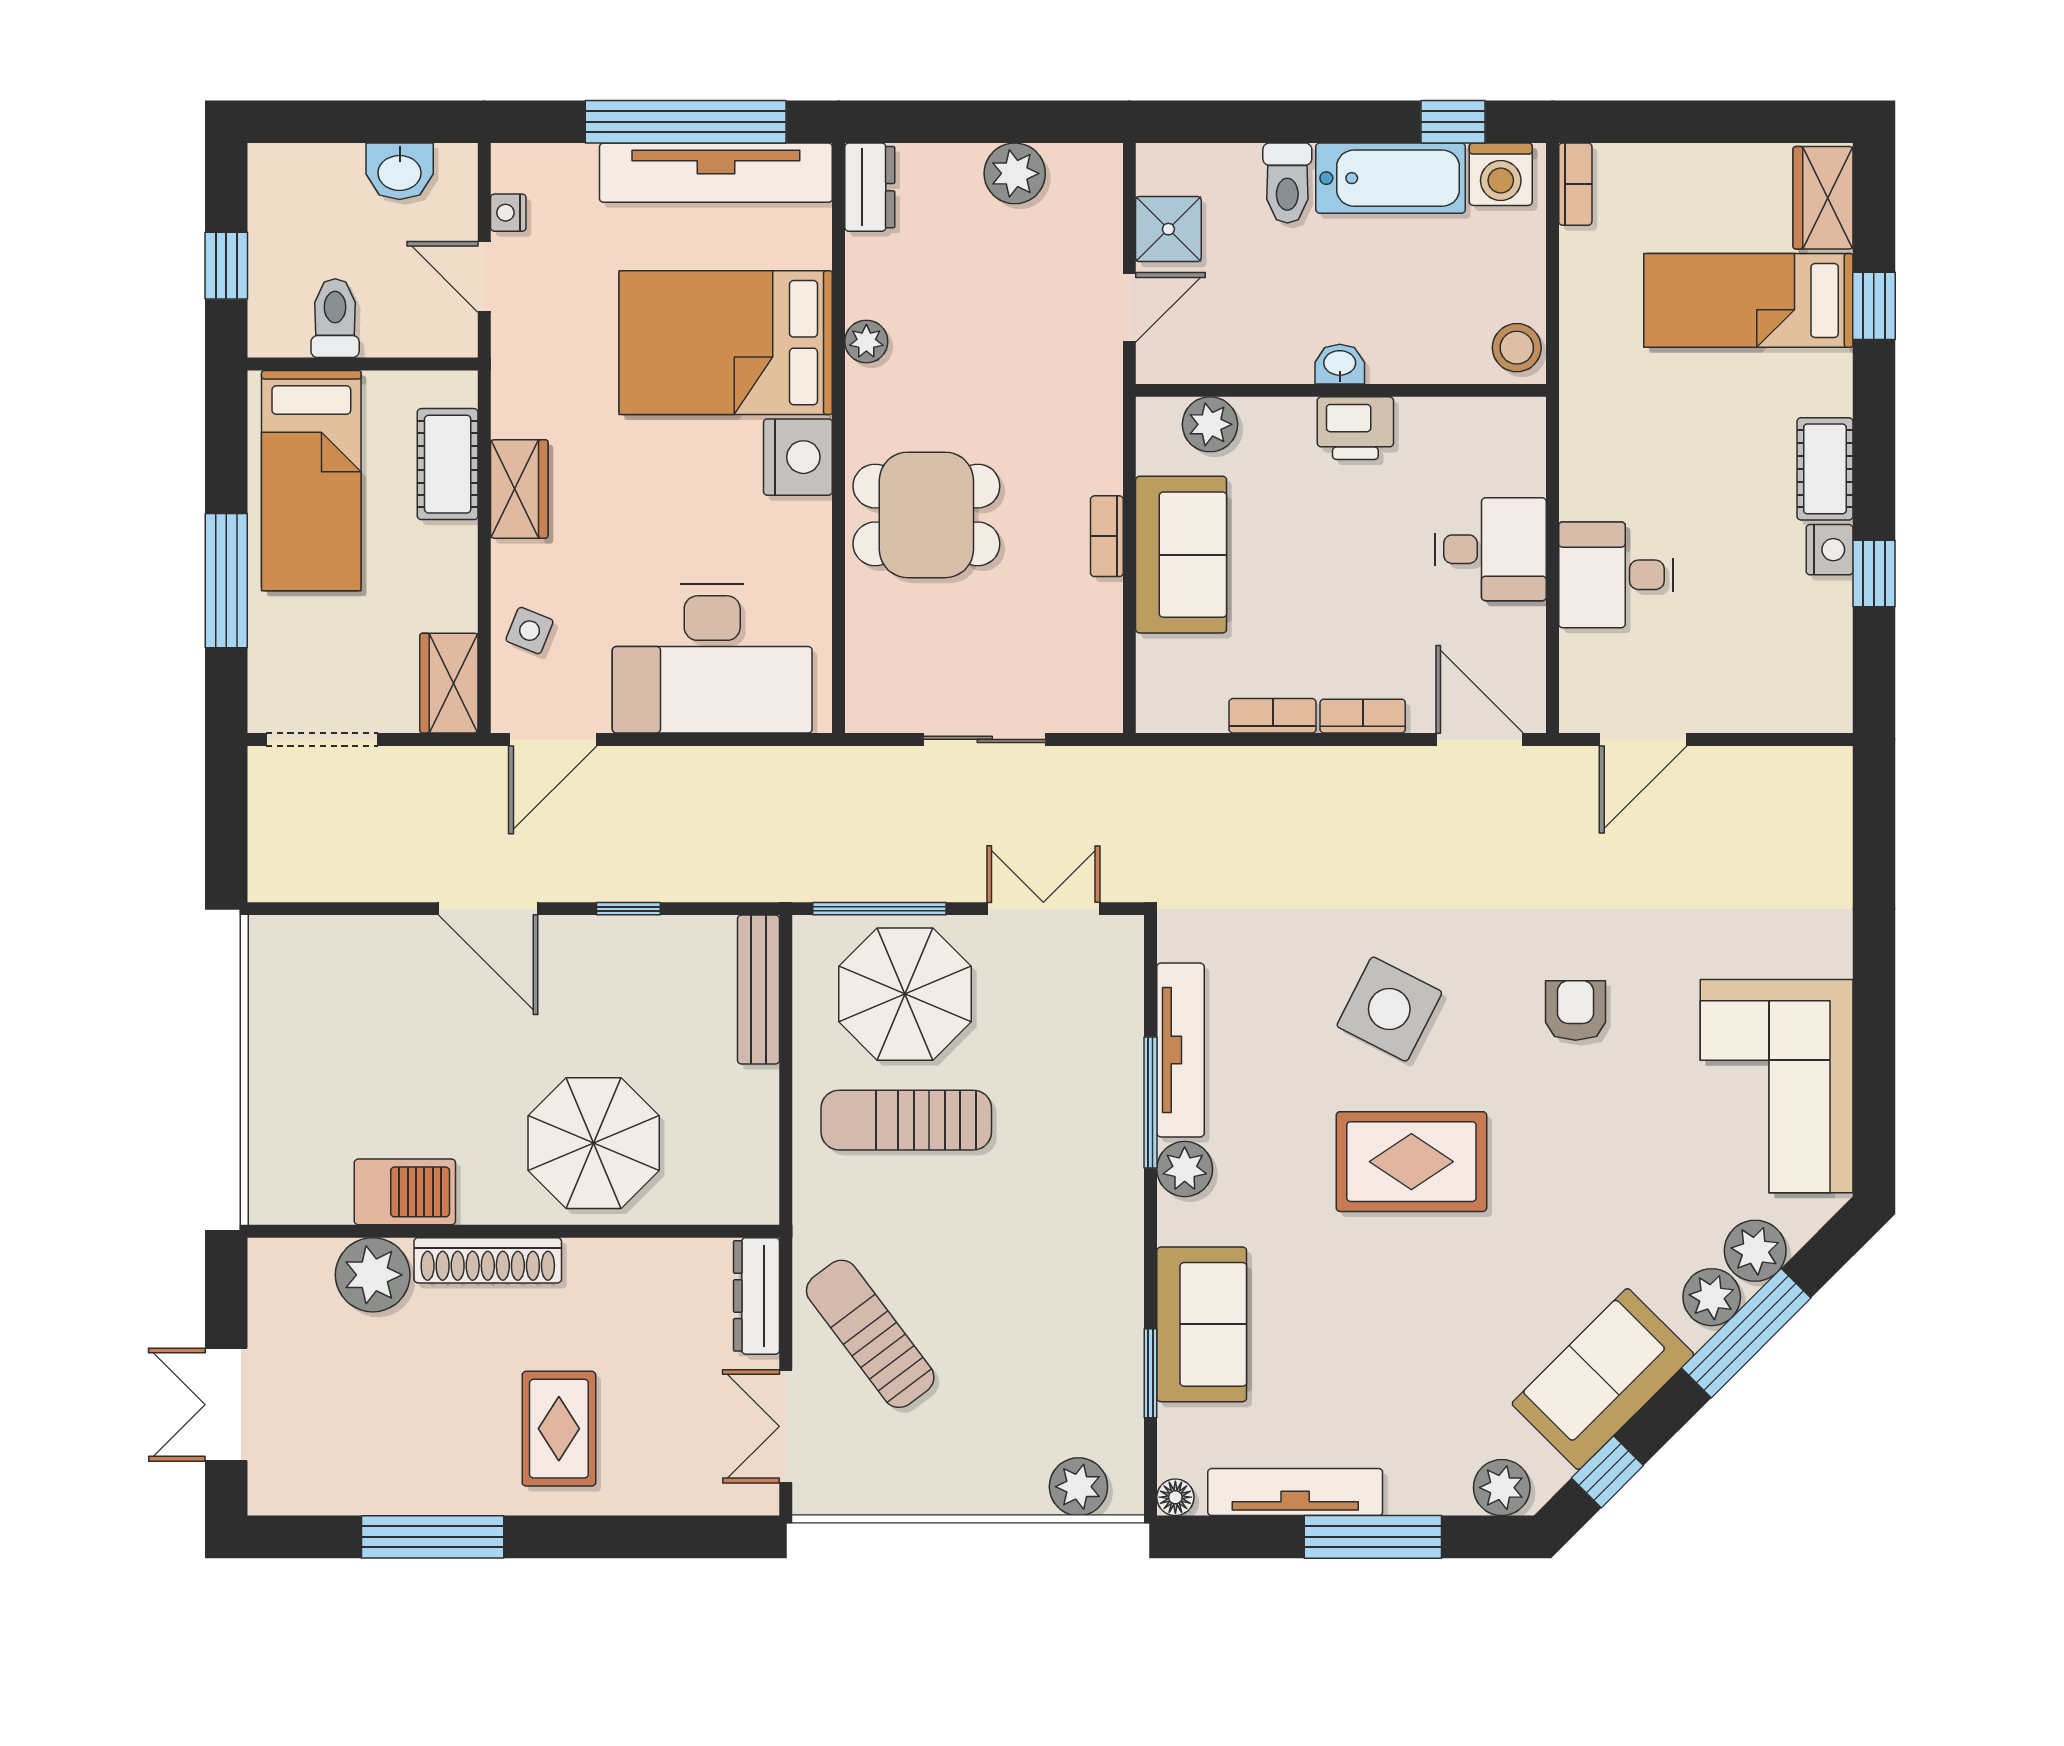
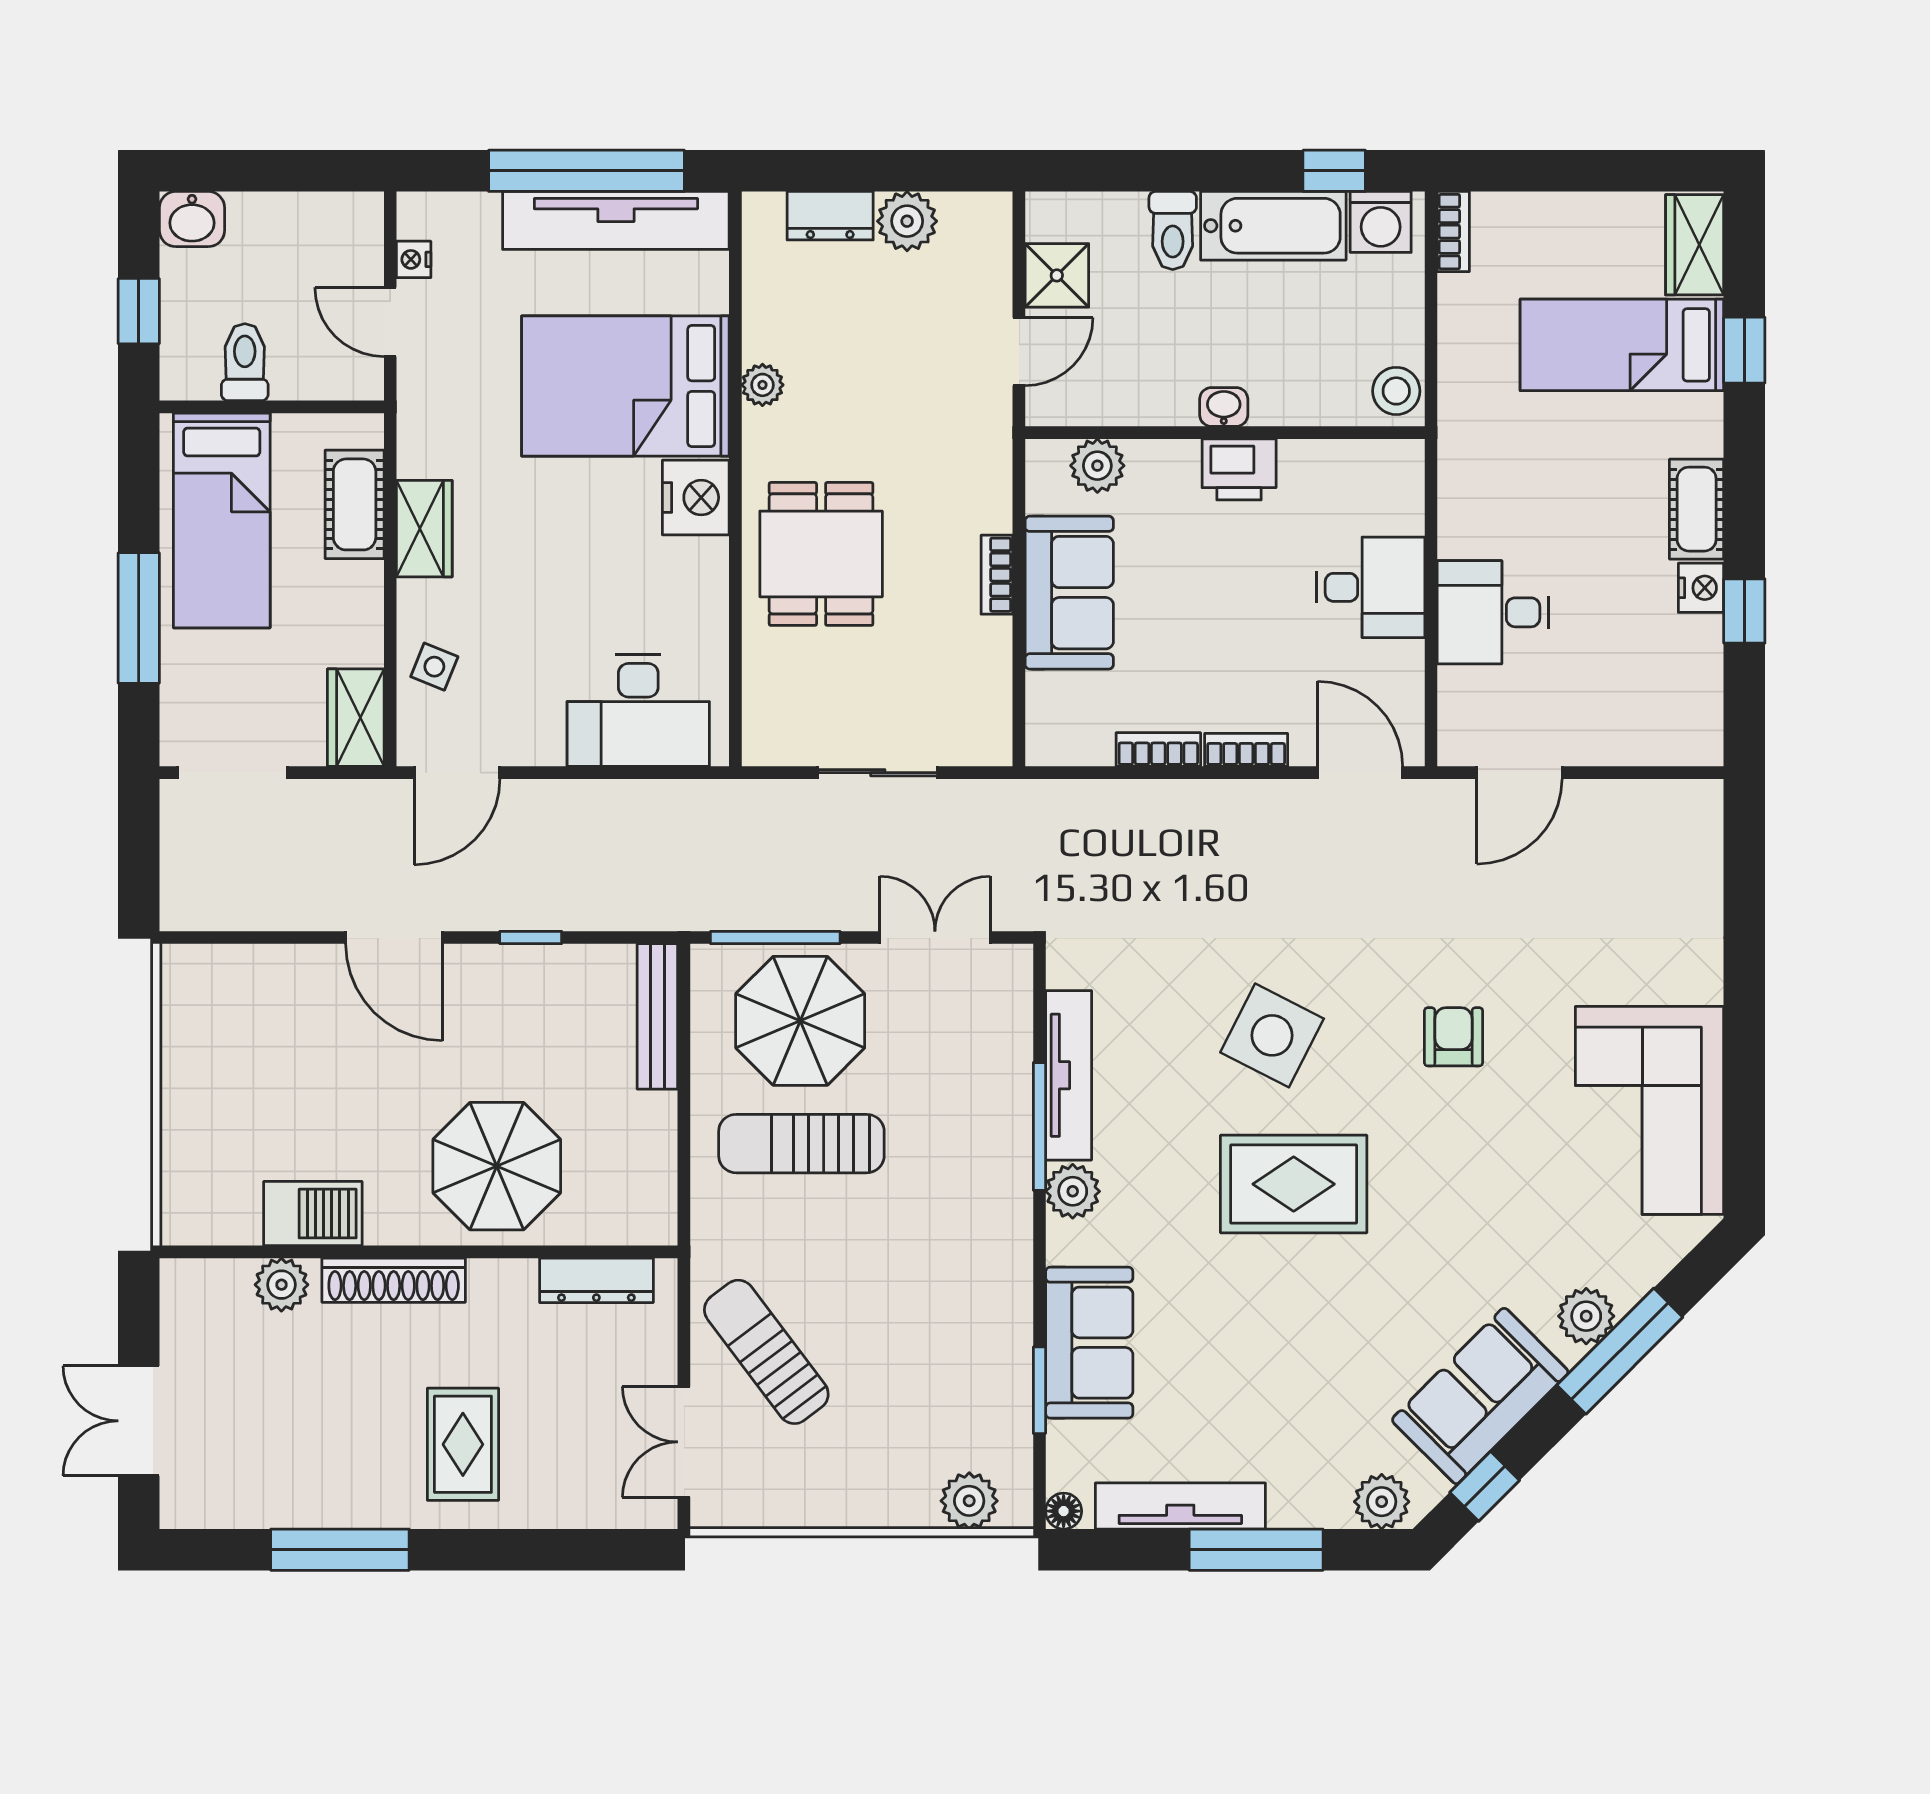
washbasin: (400, 171) -> (192, 219), moved
dresser: (870, 187) -> (830, 216), moved, turned 90
dining table: (926, 515) -> (821, 554), turned 90
desk: (712, 658) -> (638, 711), width x0.73, depth x0.77
plant: (1755, 1251) -> (1629, 1271), removed
plant: (373, 1275) -> (281, 1285), width x0.73, depth x0.73
dresser: (756, 1296) -> (596, 1280), moved, turned -90

